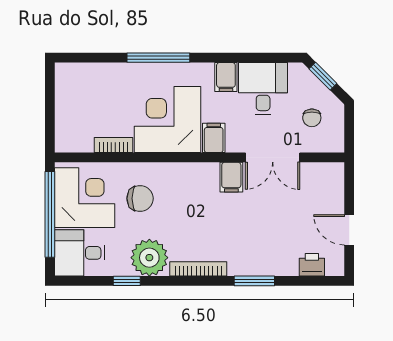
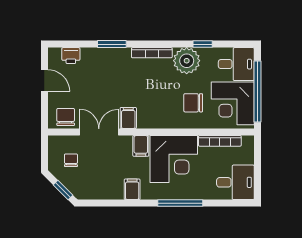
desk: (263, 89) -> (235, 182), moved, turned -90
bookcase: (113, 145) -> (220, 141), width x1.56
chair: (319, 179) -> (66, 117), added

